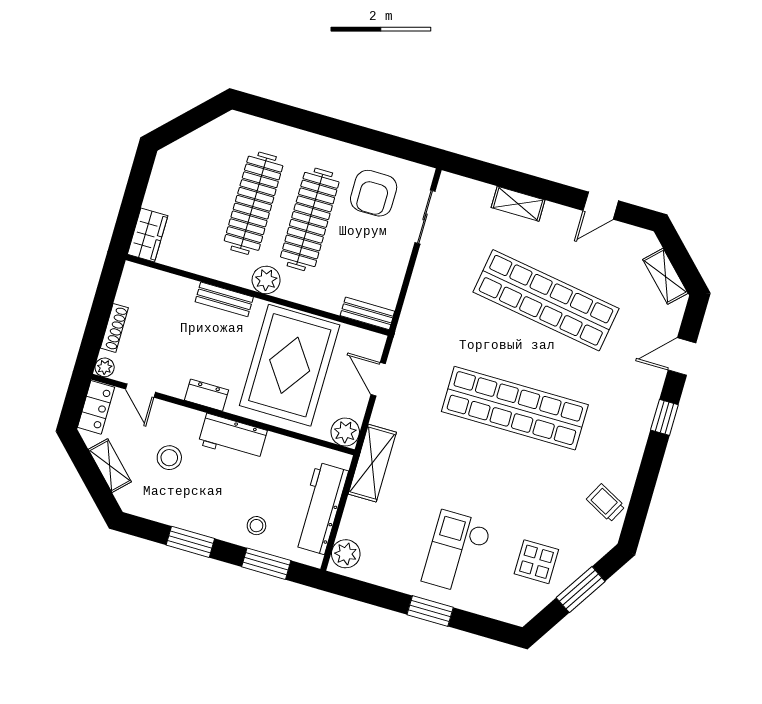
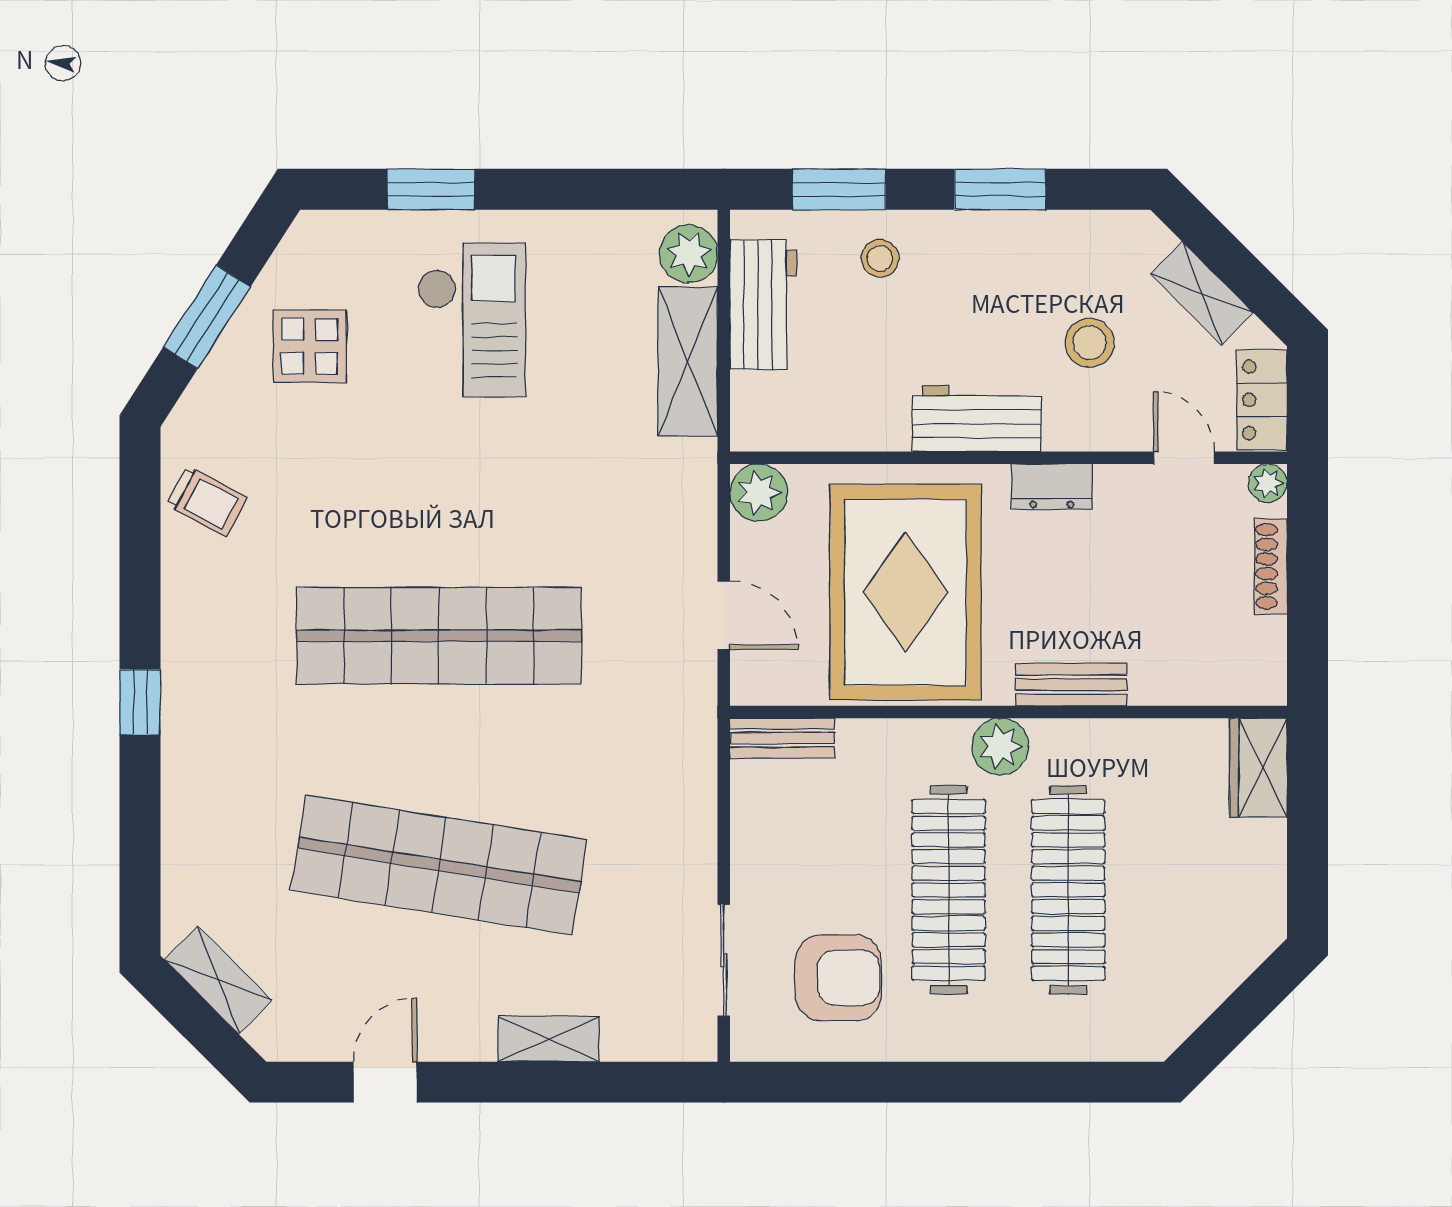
armchair: (374, 193) -> (838, 978), turned 90
door: (682, 357) -> (140, 832), removed
shelving: (372, 463) -> (688, 361), moved
workbench: (321, 508) -> (763, 305), width x0.73
window: (430, 611) -> (431, 189), moved

